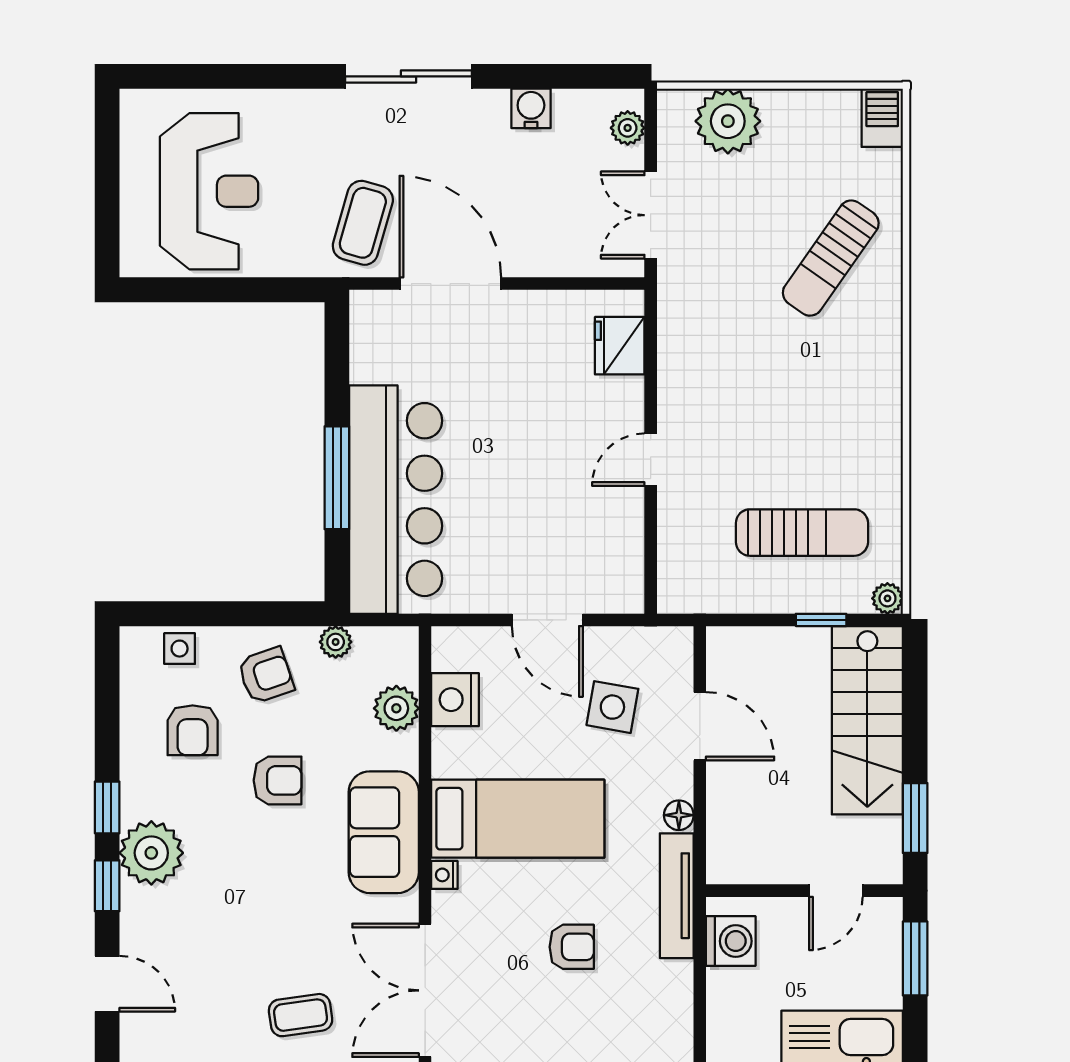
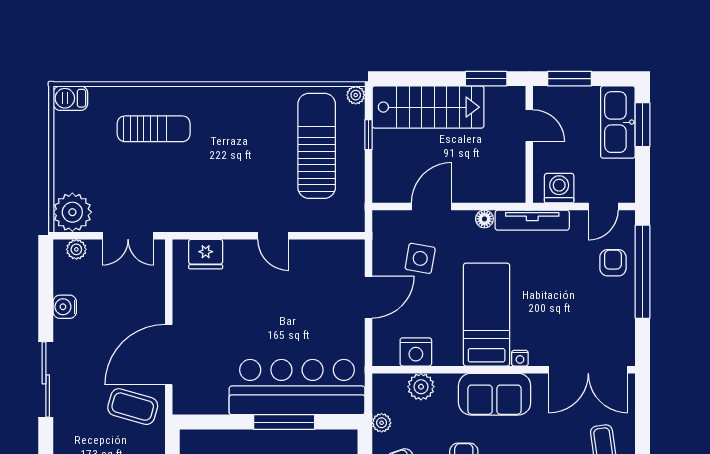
plant: (728, 121) -> (72, 212), moved
sun lounger: (831, 258) -> (154, 129), turned -35
sun lounger: (802, 533) -> (317, 146), width x1.36, depth x1.34
armchair: (572, 947) -> (613, 263), moved
door: (700, 1015) -> (603, 206), added

